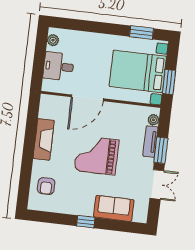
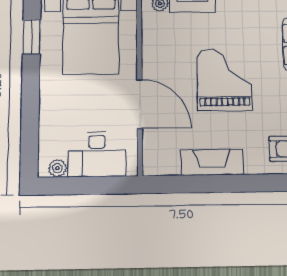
desk: (59, 66) -> (97, 154), width x1.37
grand piano: (96, 155) -> (224, 80), turned 180

